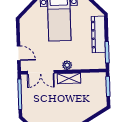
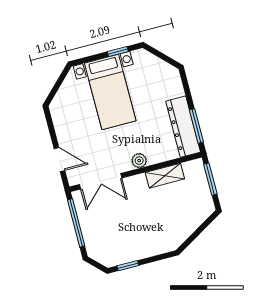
dresser: (98, 34) -> (183, 127), moved
shelving: (69, 78) -> (165, 176), moved

